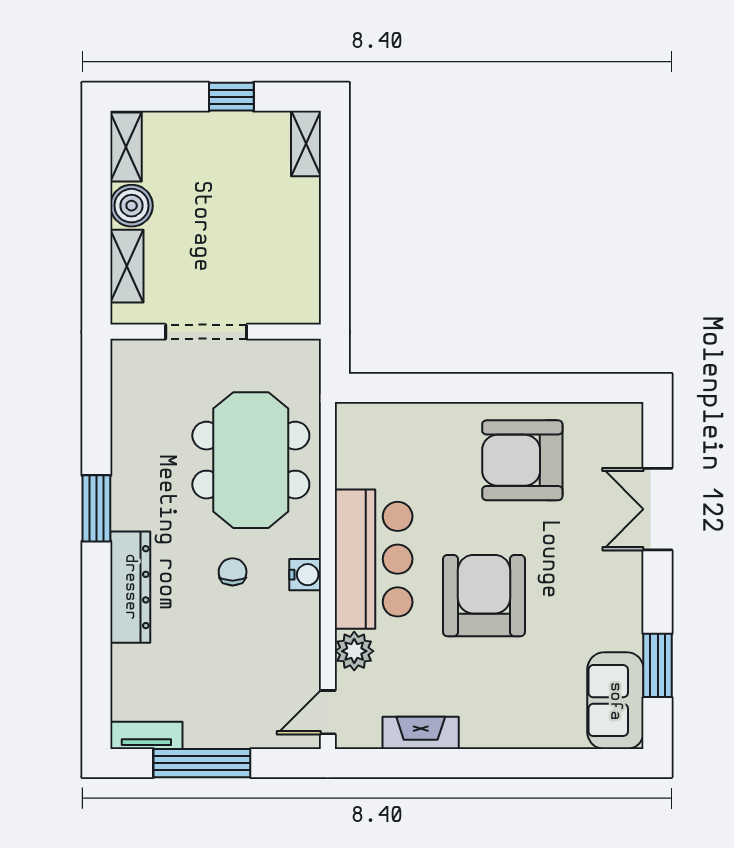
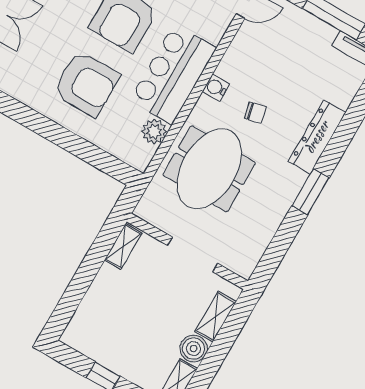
shelving: (306, 144) -> (123, 246), moved
armchair: (522, 460) -> (86, 84), moved
chair: (233, 572) -> (255, 113), turned -103
plant: (354, 651) -> (154, 131), moved

